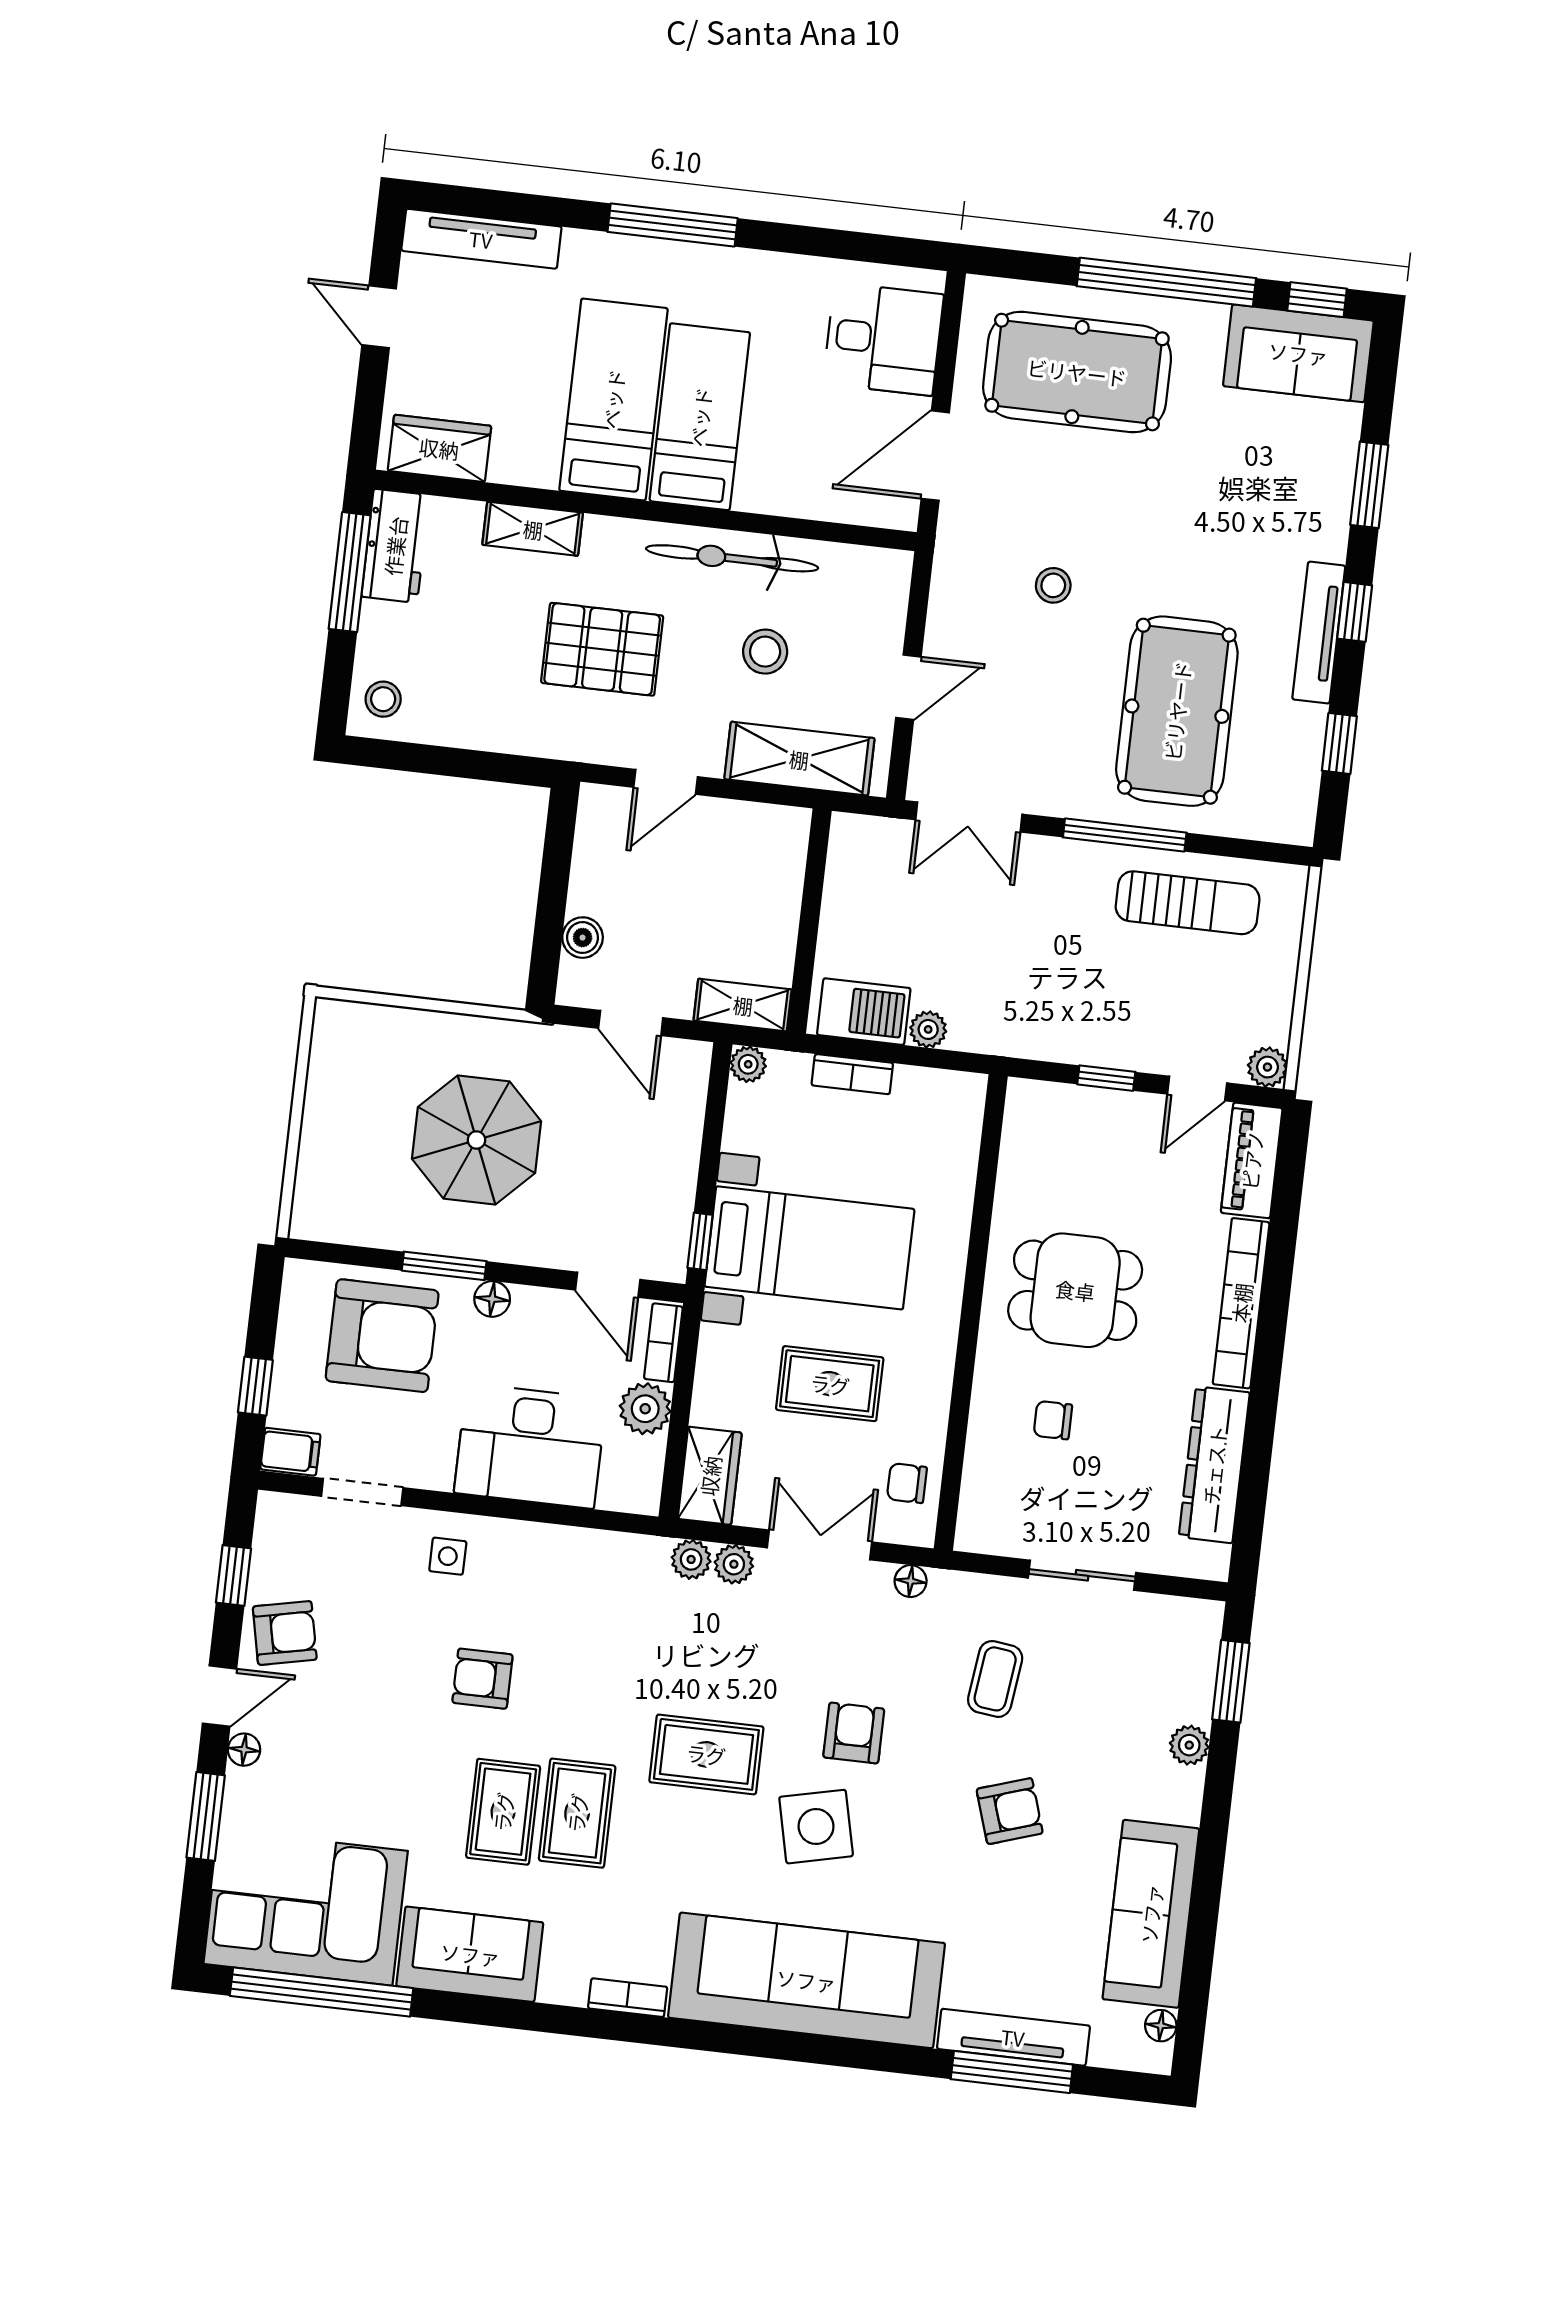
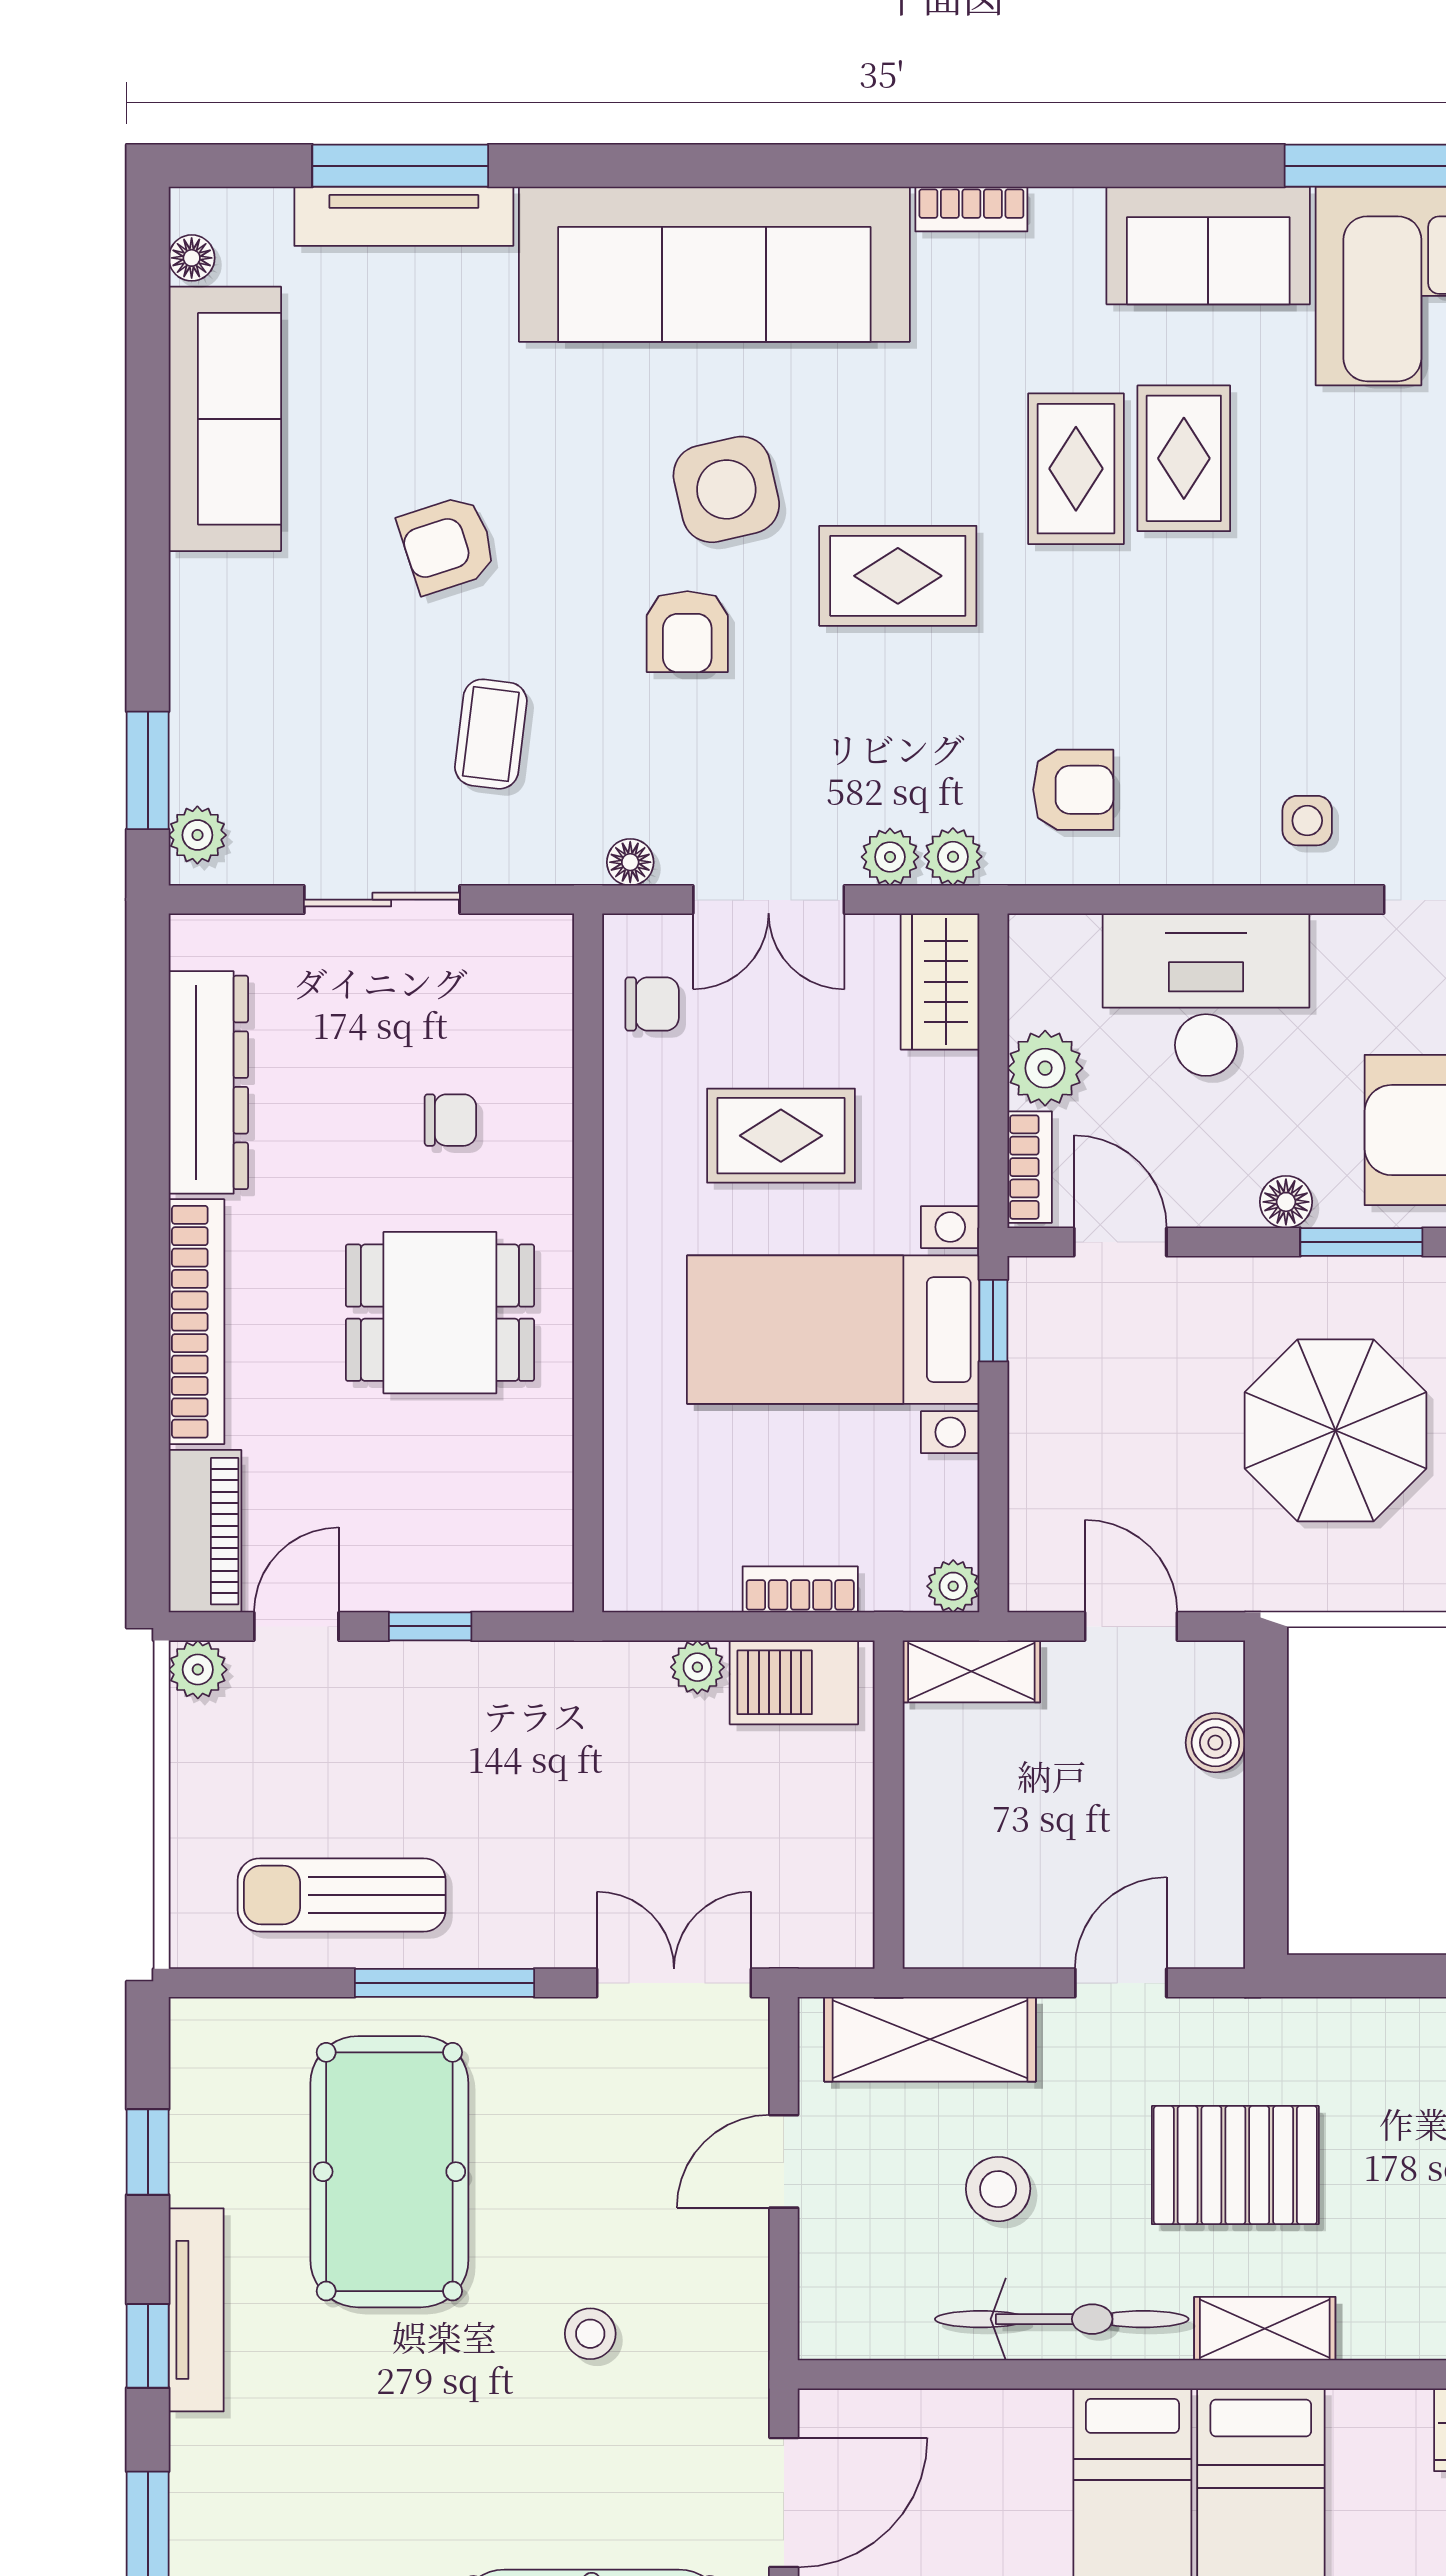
shelving: (533, 529) -> (1265, 2329), moved
armchair: (482, 1679) -> (1073, 790), moved
plant: (1189, 1745) -> (197, 835), moved

